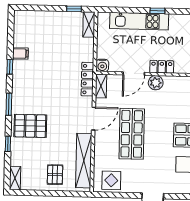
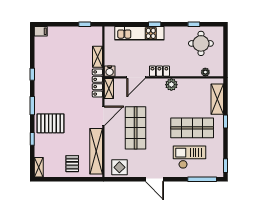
shelving: (89, 24) -> (97, 57), moved
filing cabinet: (20, 54) -> (41, 31), moved
plant: (156, 83) -> (171, 85), moved

